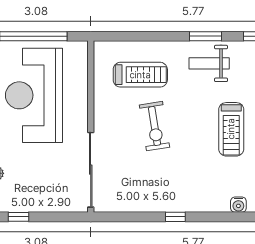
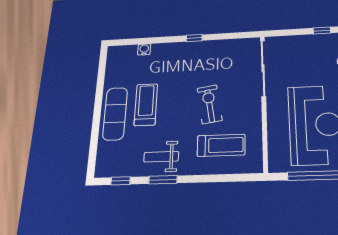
weight bench: (209, 63) -> (161, 157), turned 180
treadmill: (140, 75) -> (221, 145), turned 180

